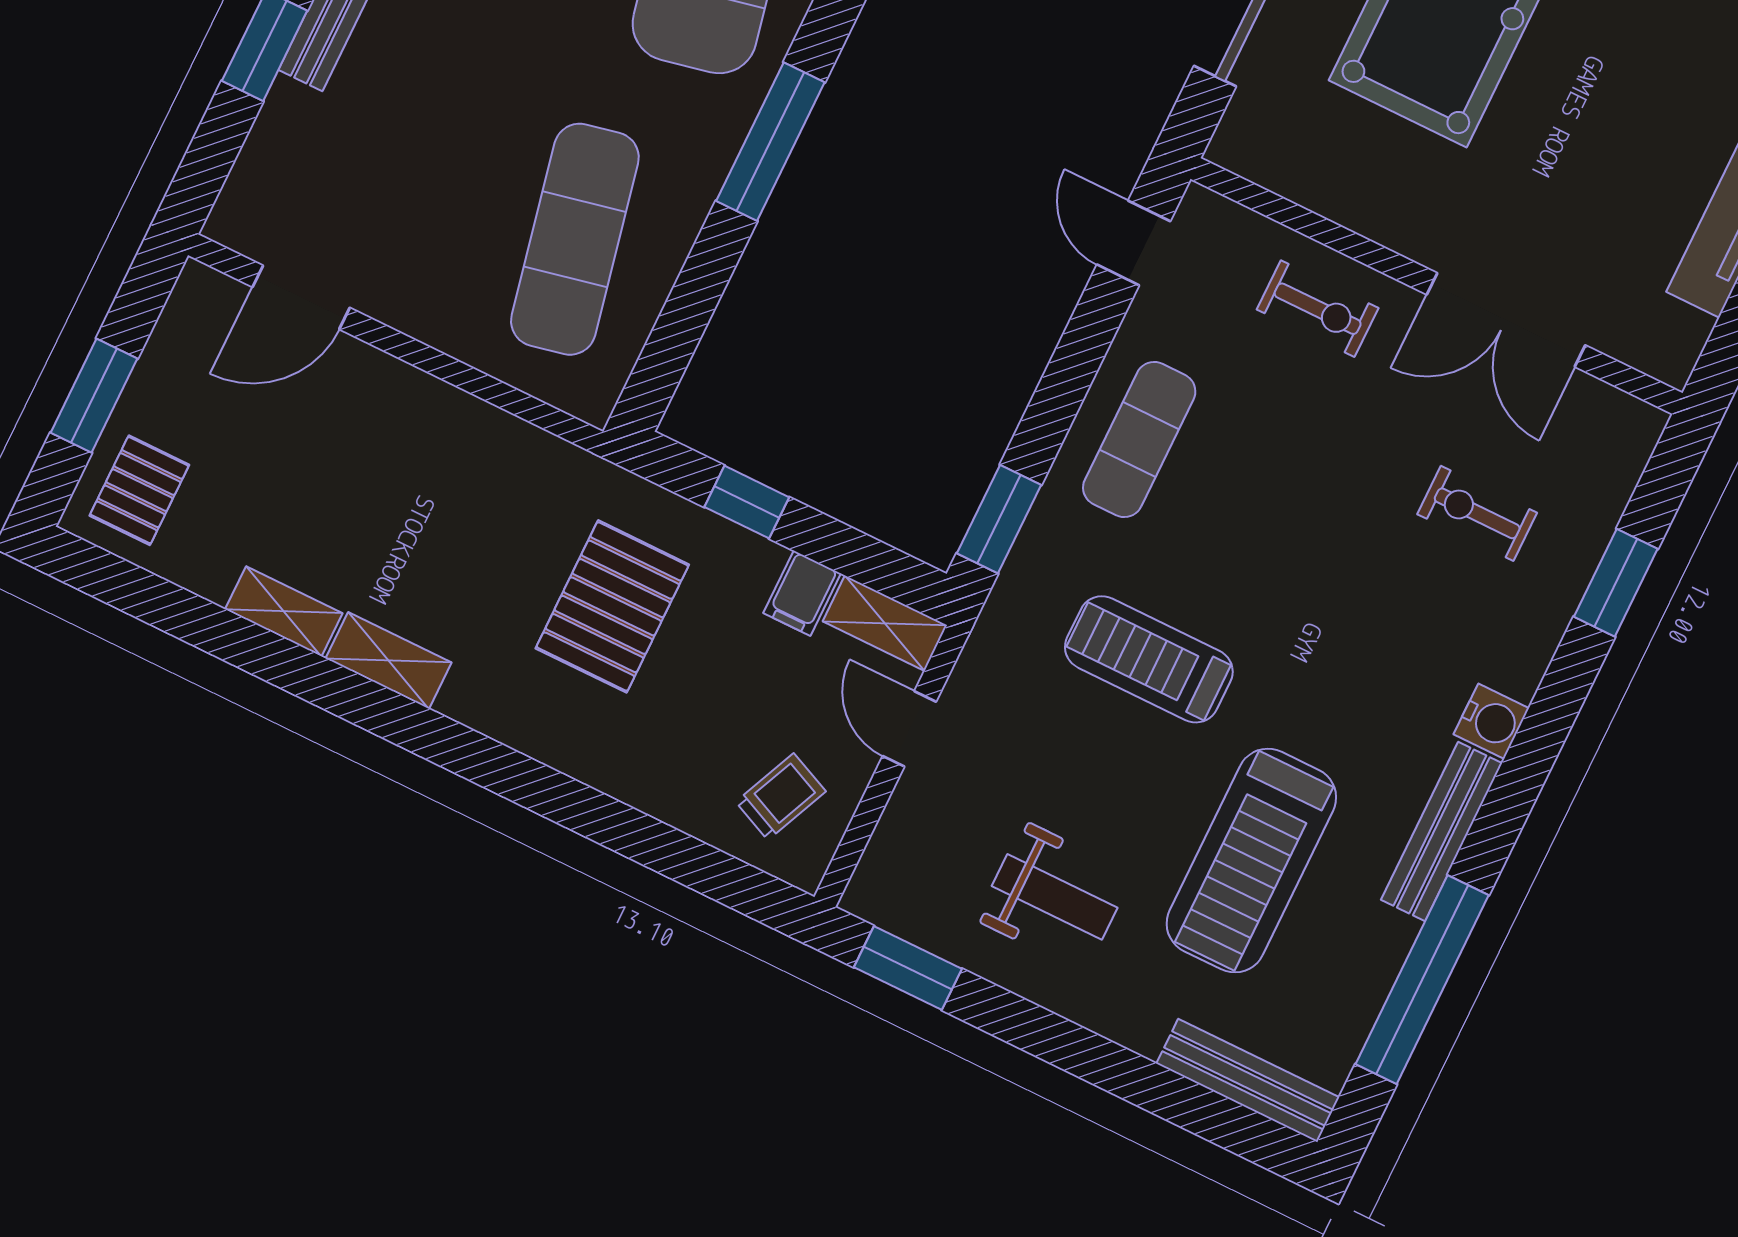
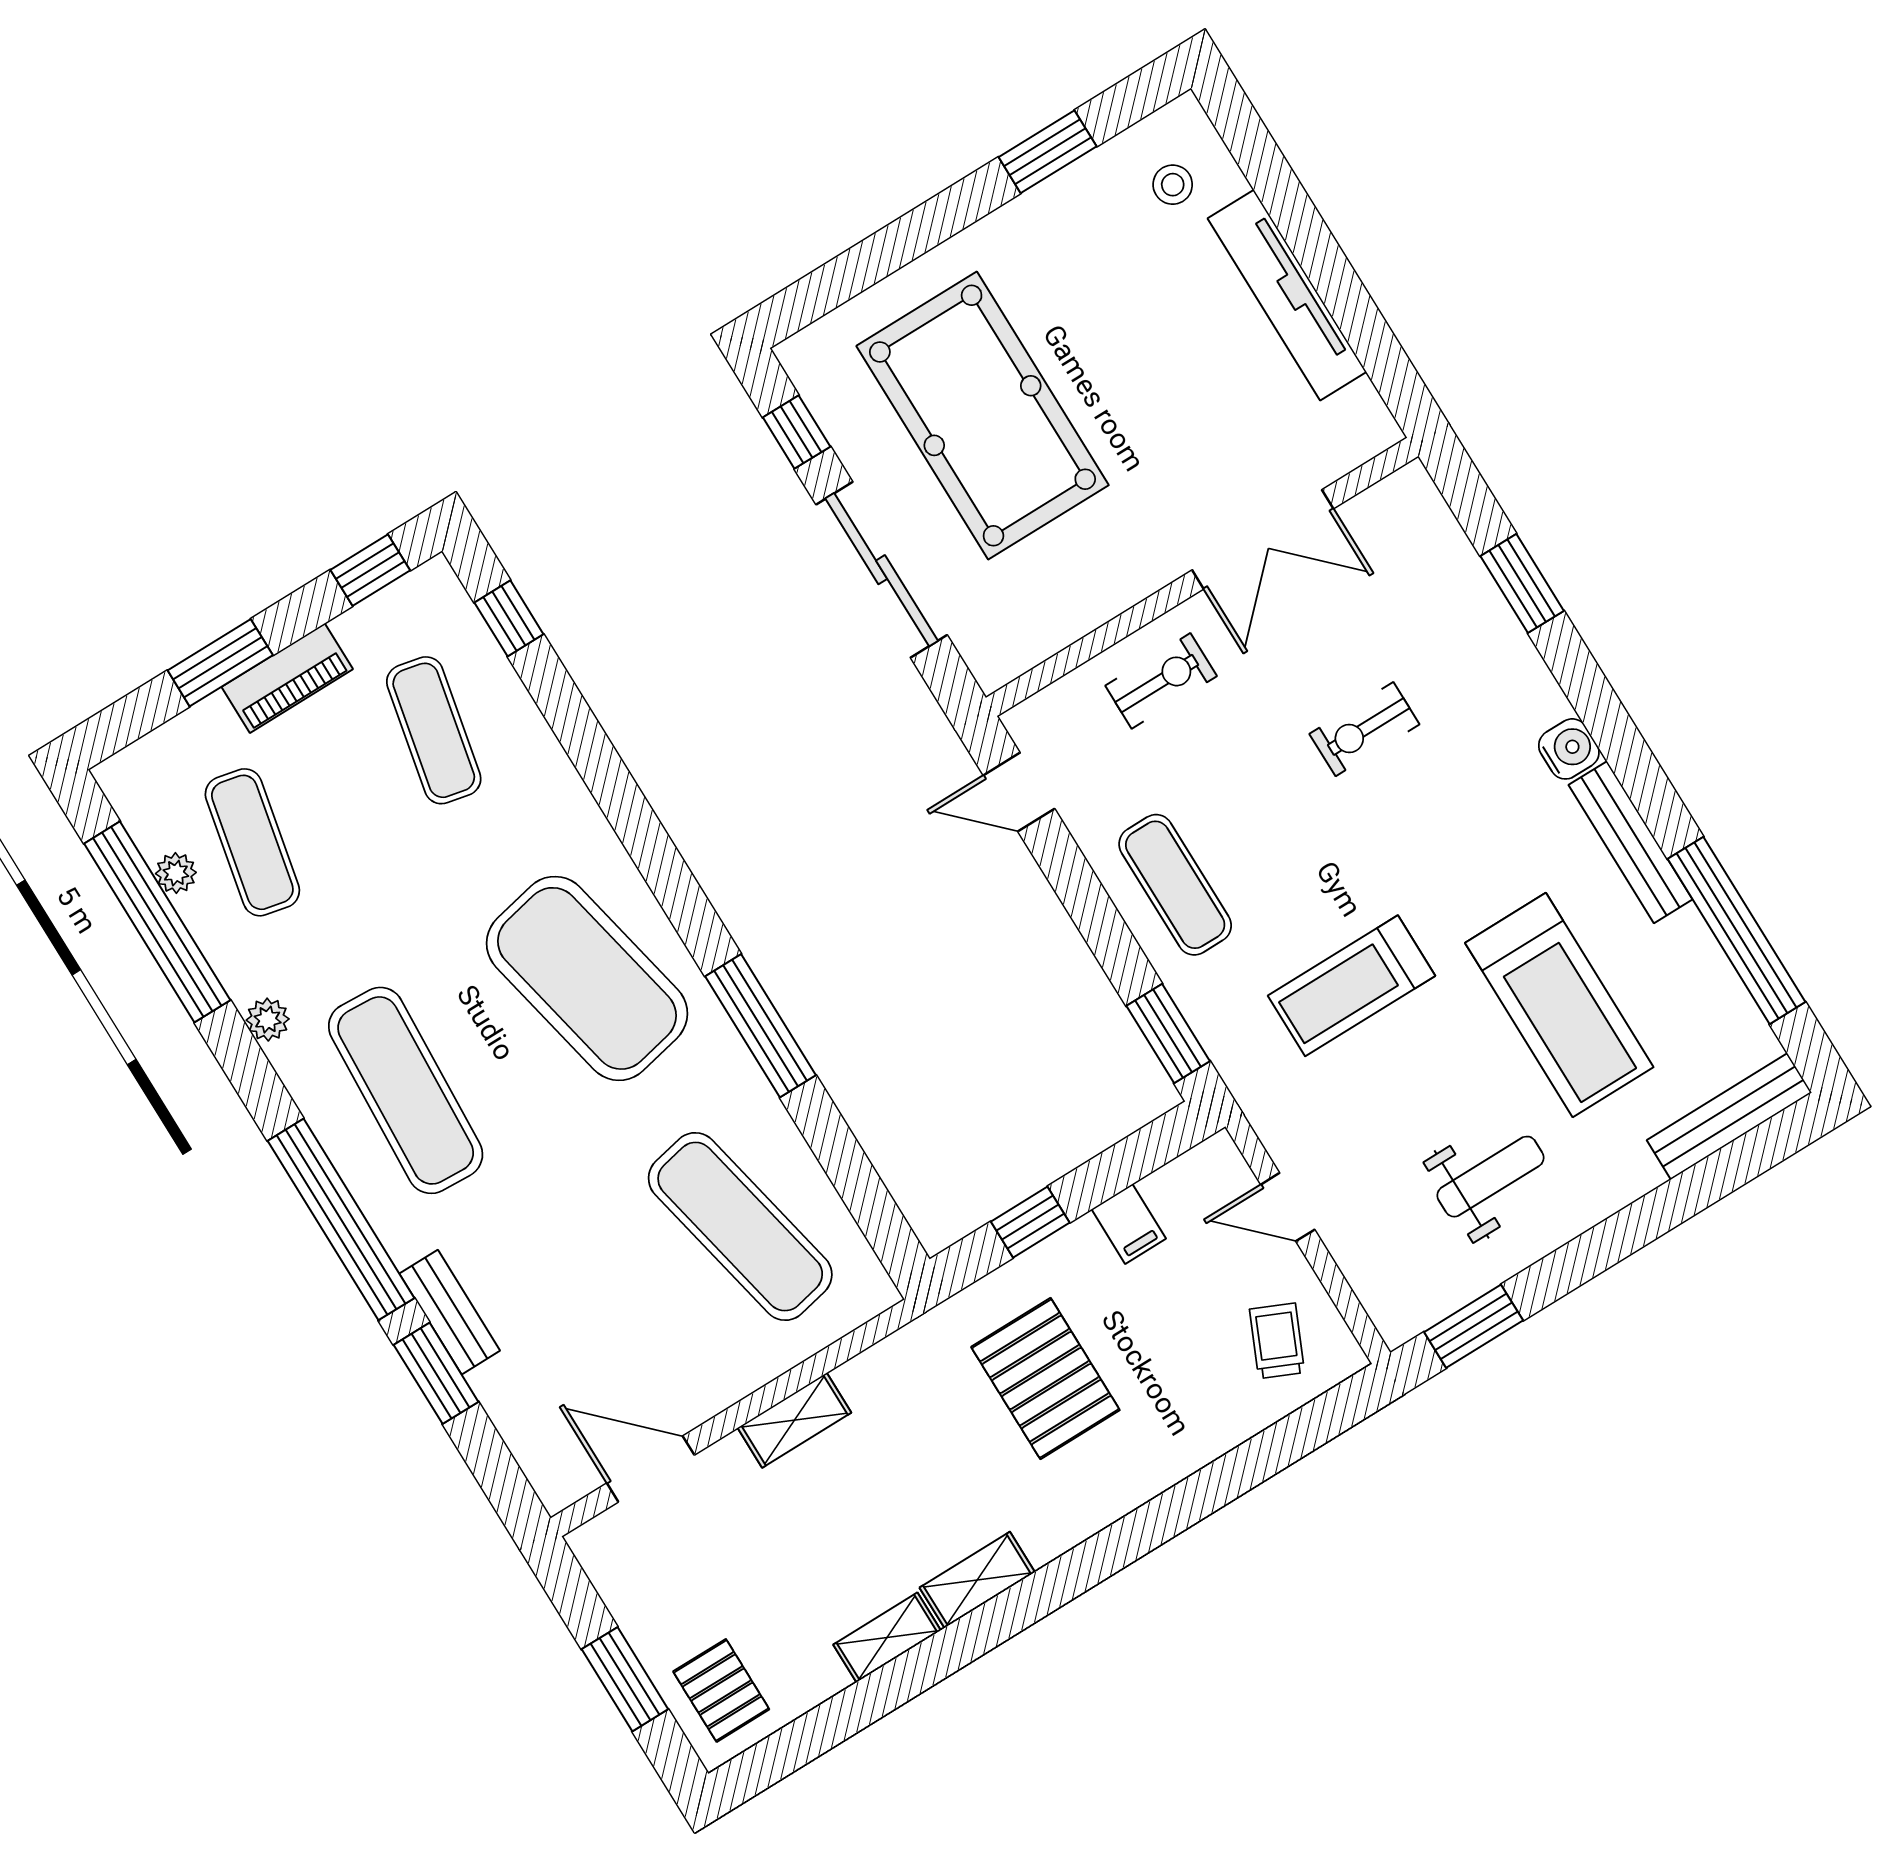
door: (301, 297) -> (651, 1469), swing flipped
exercise bike: (1477, 513) -> (1364, 729), moved
shelving: (885, 623) -> (794, 1420), moved

